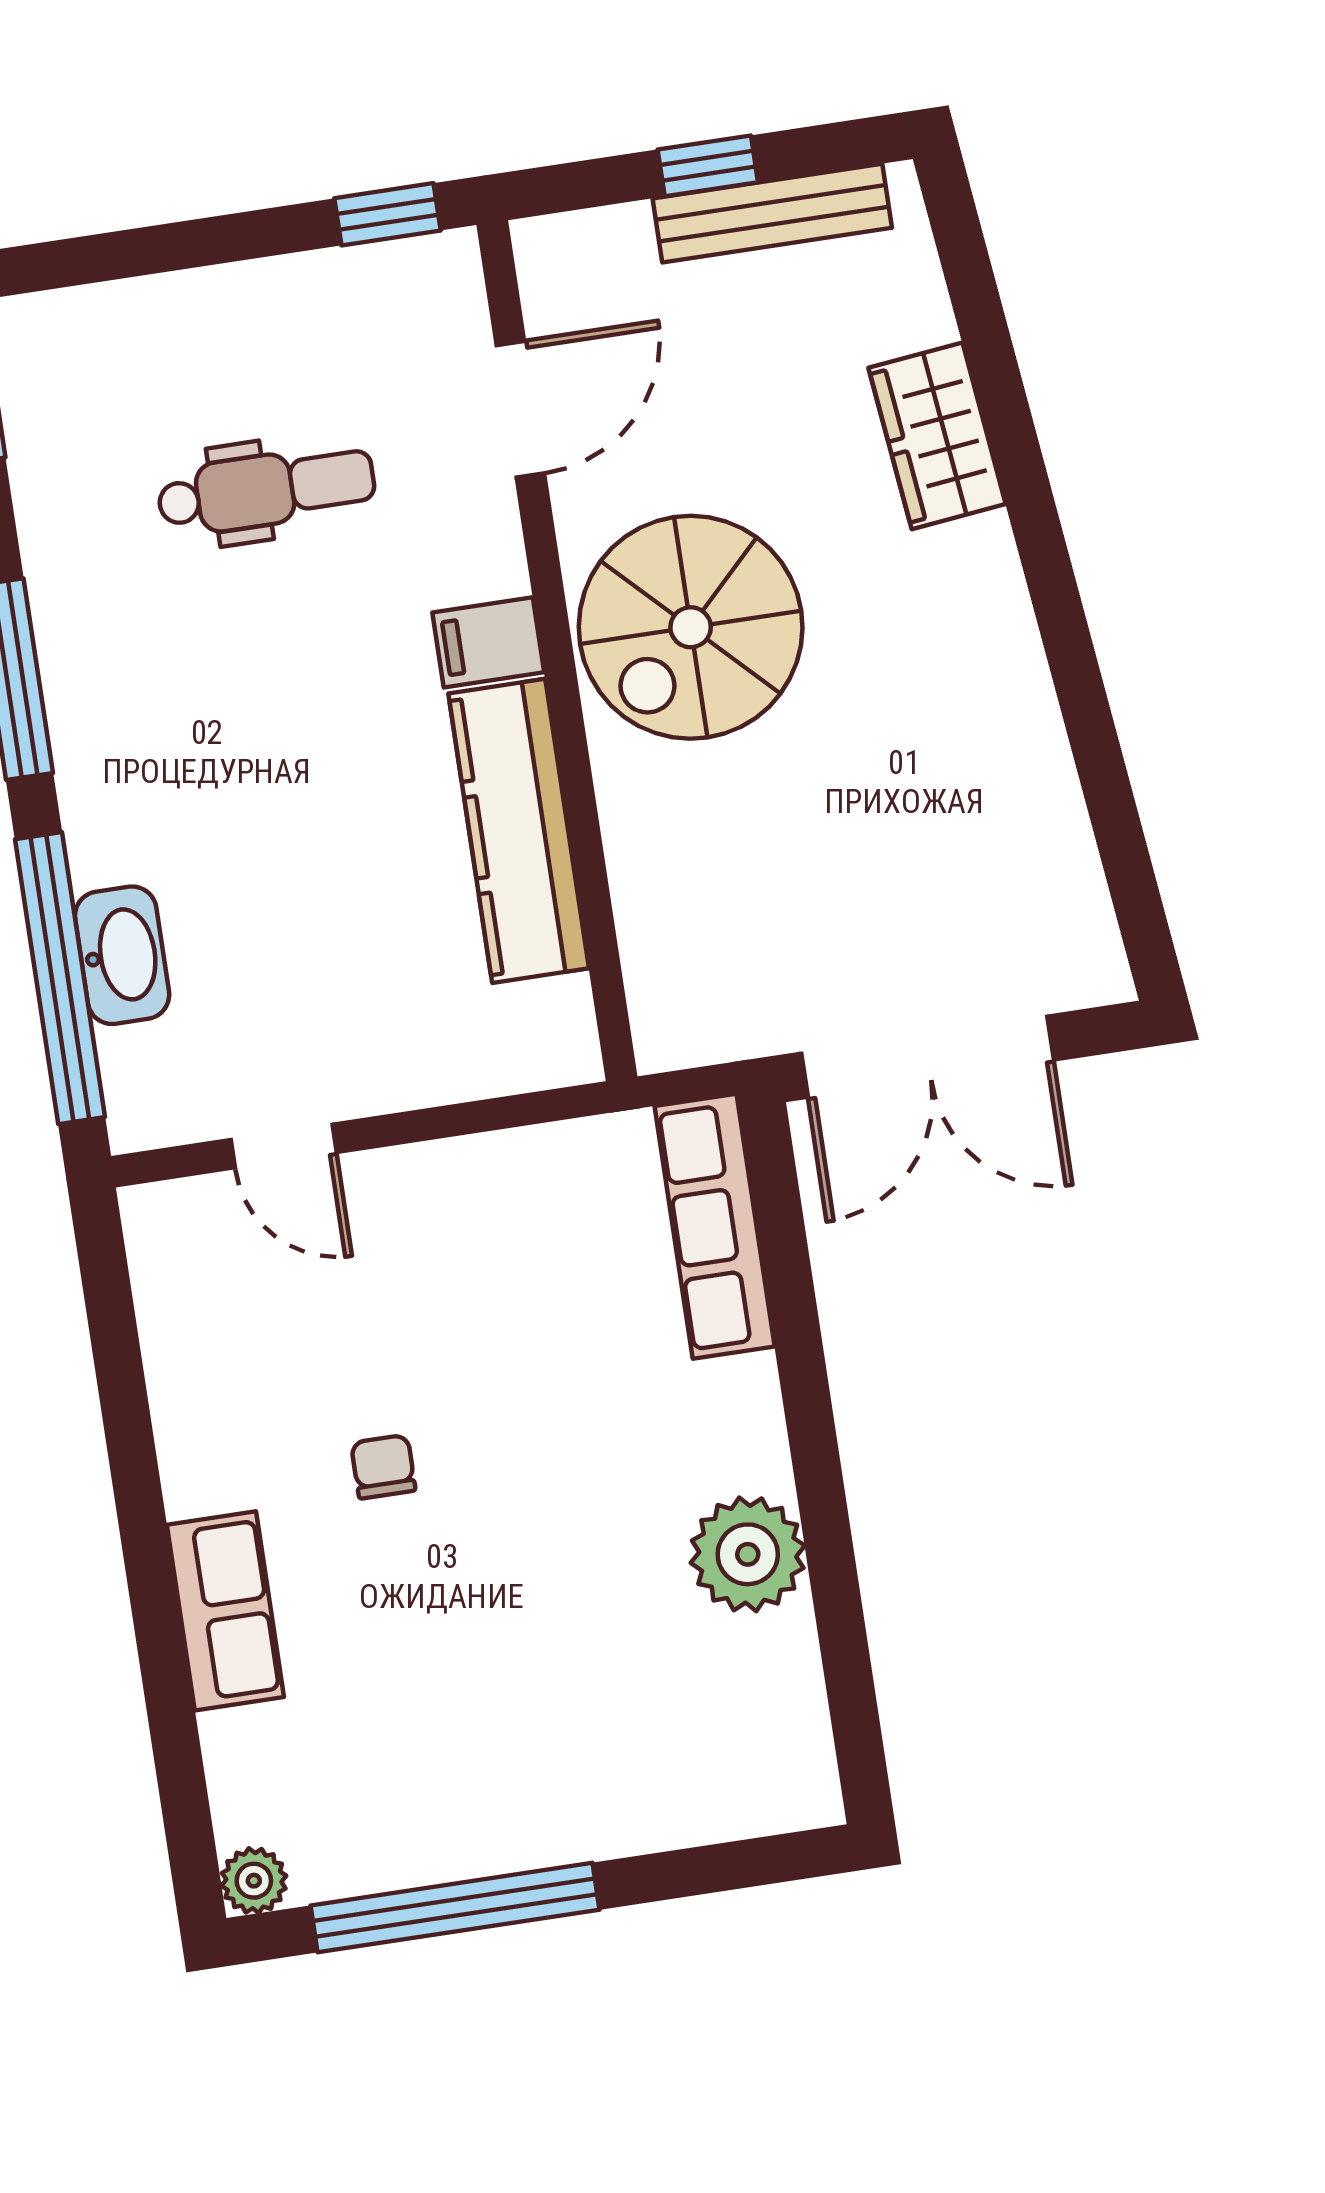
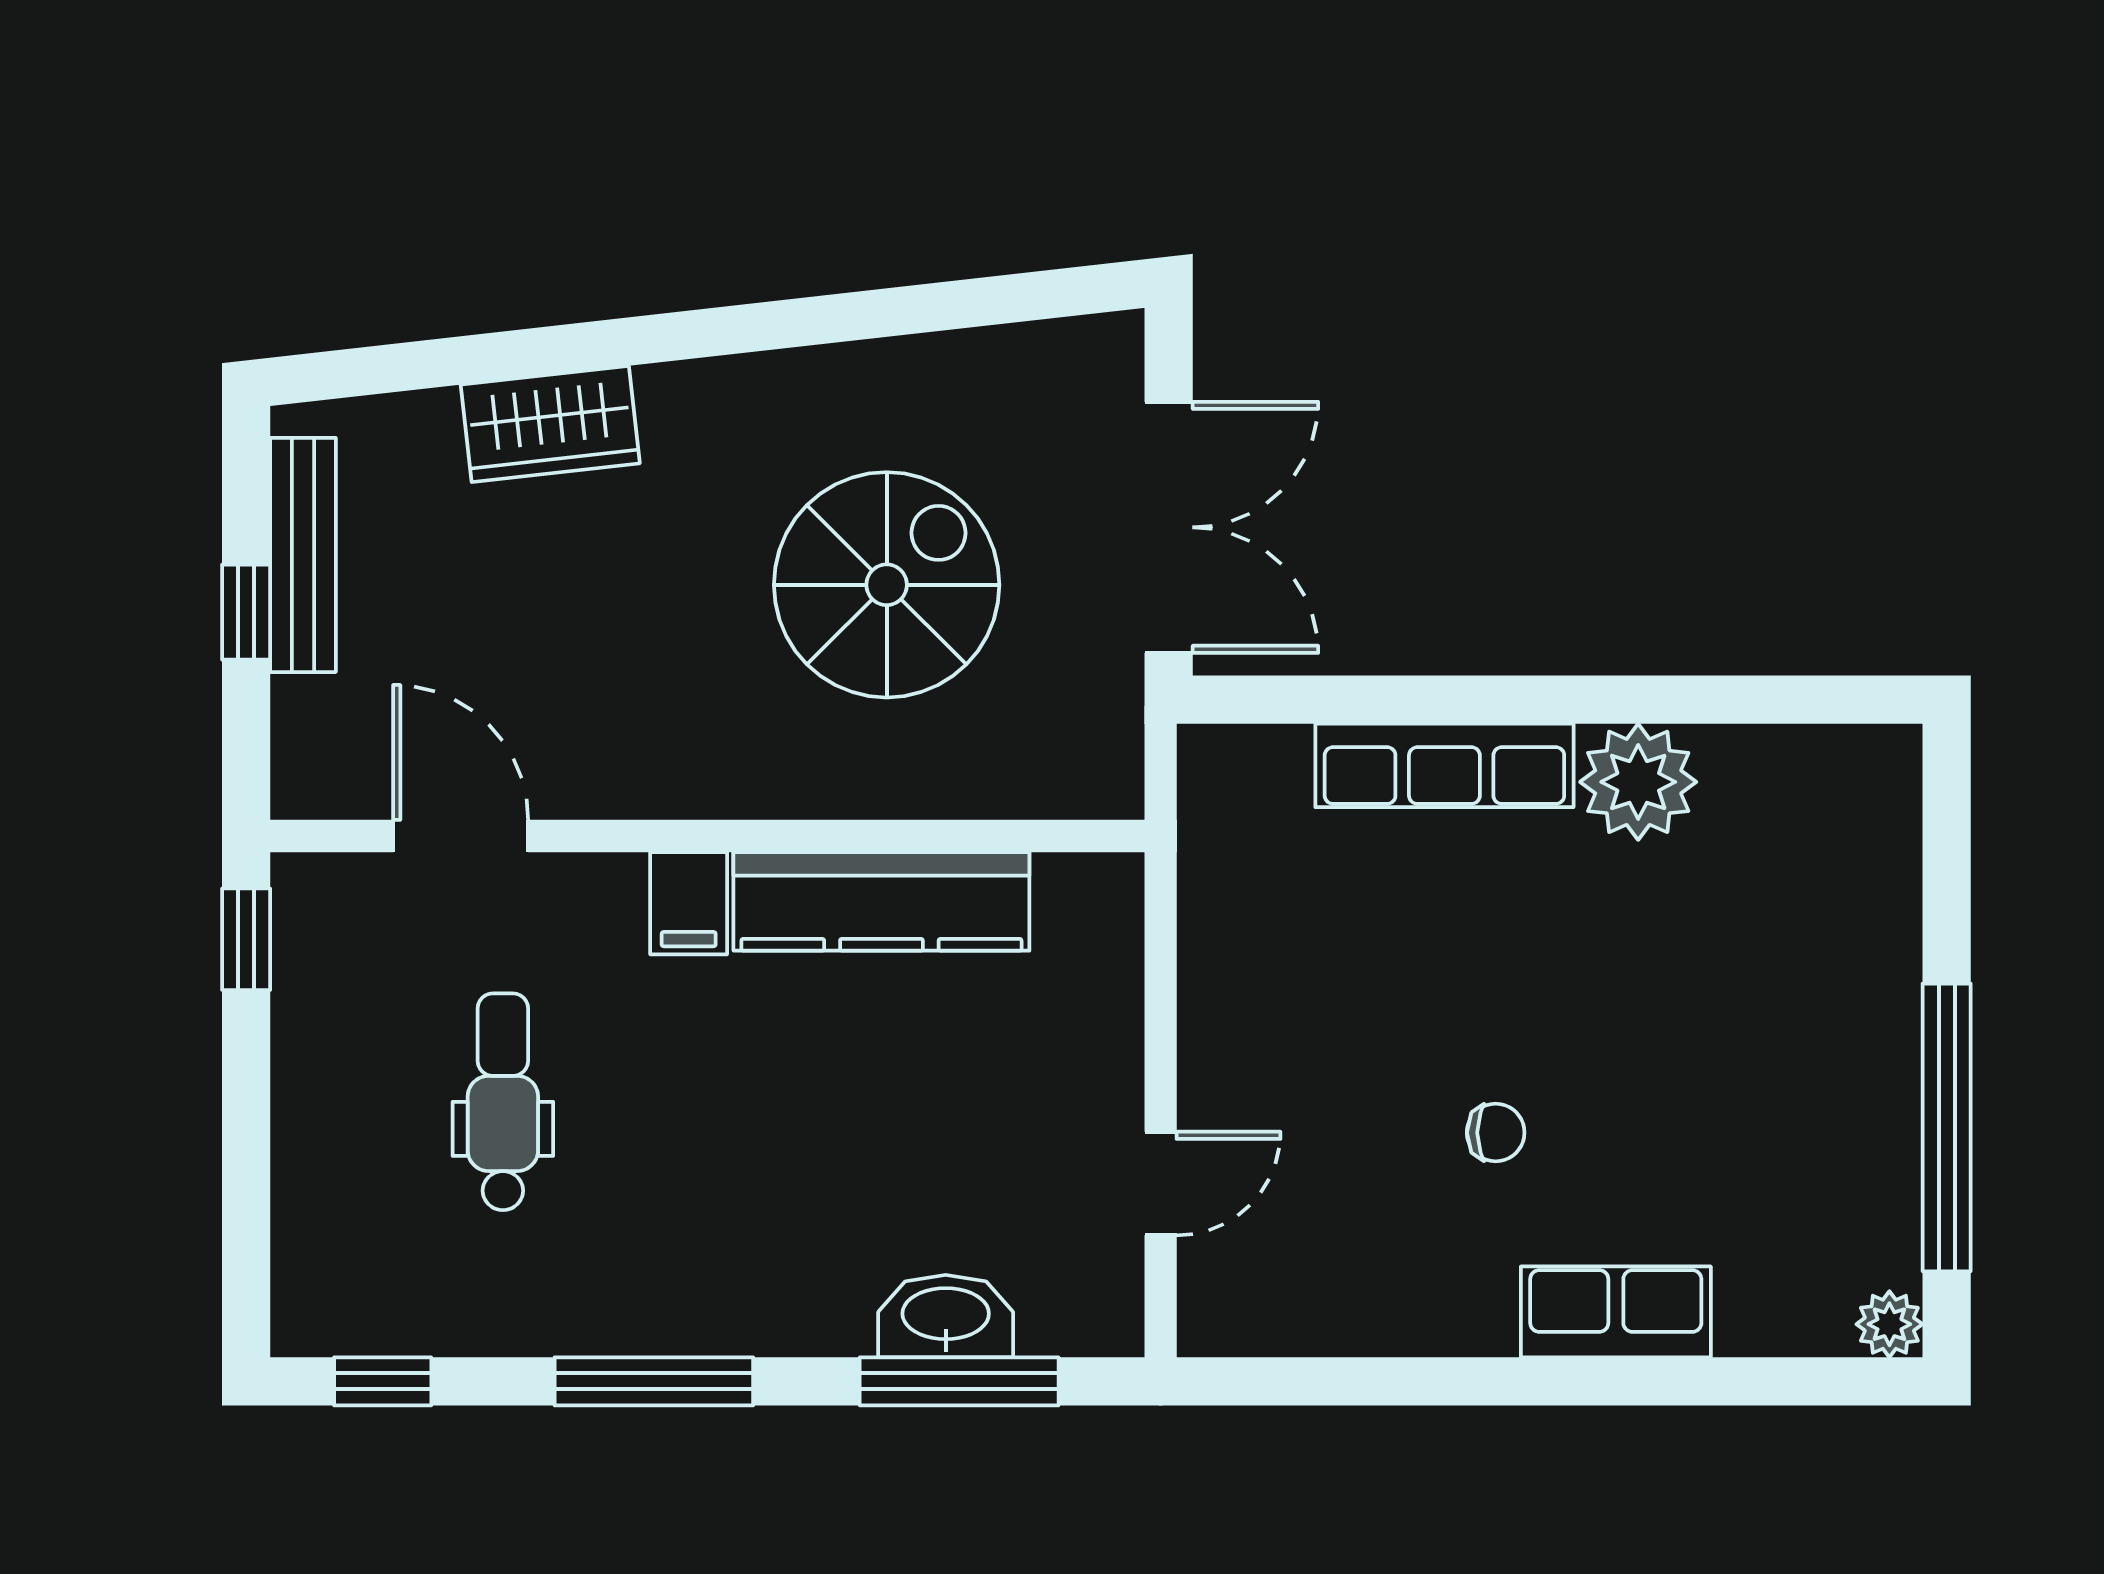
spiral stairs: (691, 627) -> (887, 585), moved, turned -90
window: (60, 978) -> (959, 1381), width x0.68
row of seats: (715, 1226) -> (1444, 765), moved
chair: (383, 1467) -> (1496, 1133), turned 180

